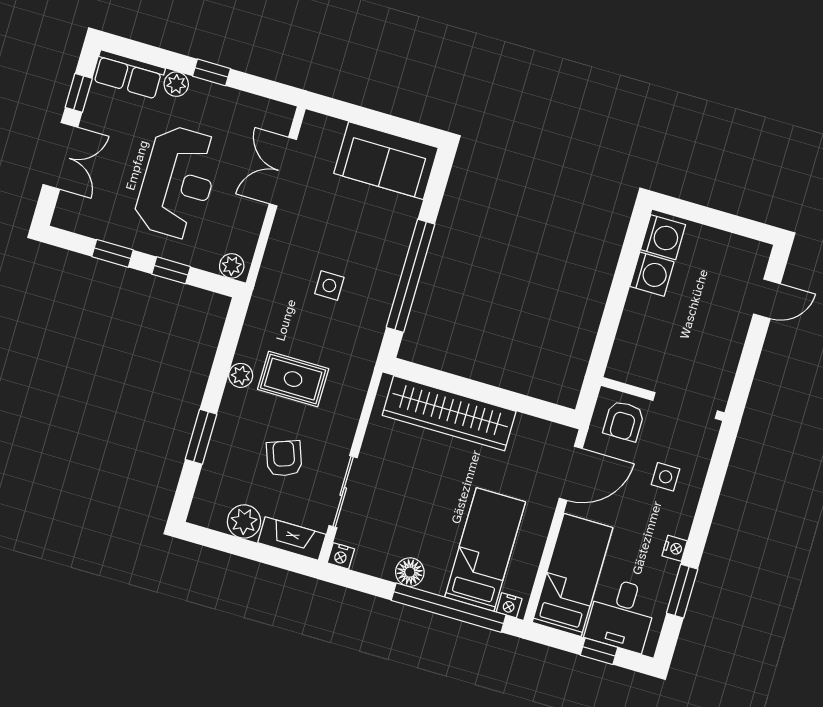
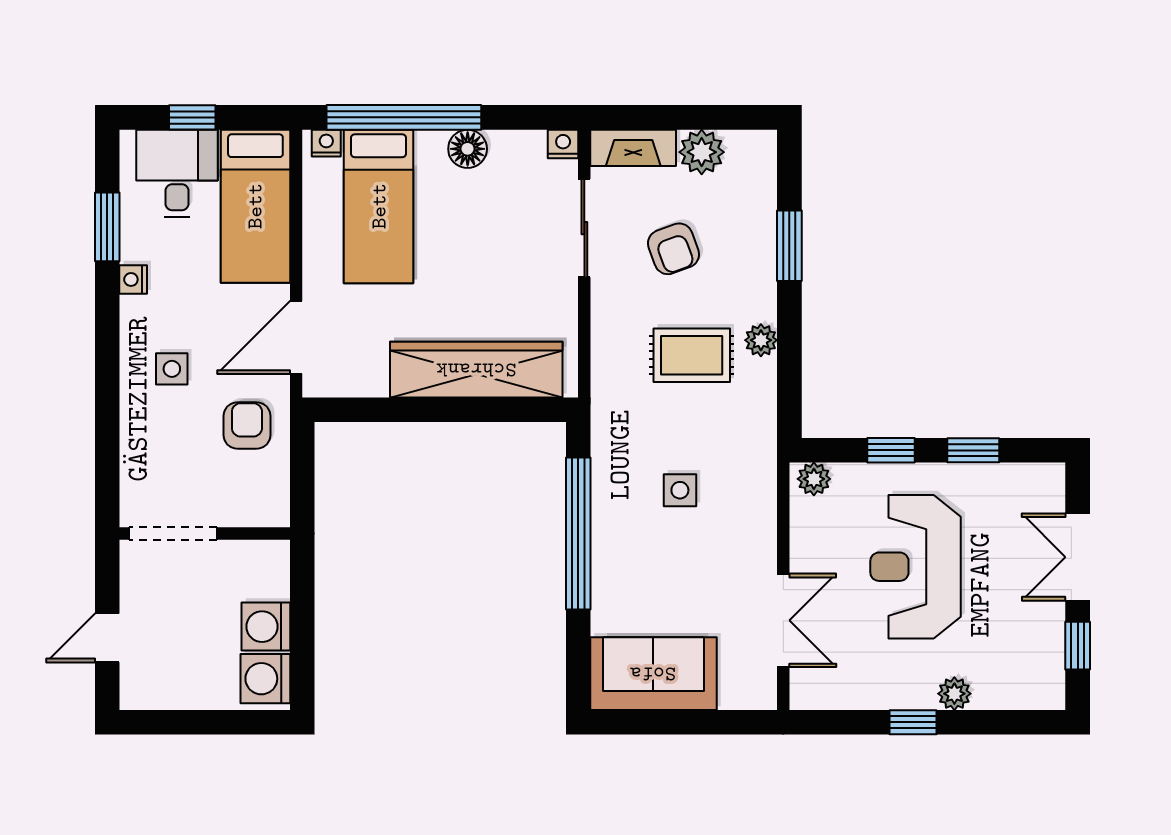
row of seats: (129, 74) -> (1020, 688), removed
wall: (663, 399) -> (205, 534), moved
doorway: (685, 406) -> (173, 534), moved

